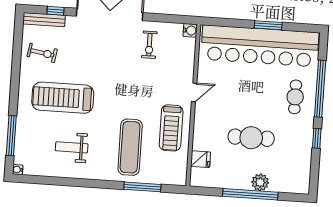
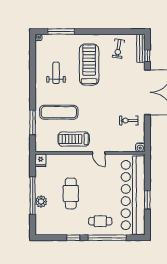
fridge: (201, 159) -> (40, 160), moved

